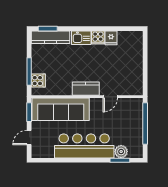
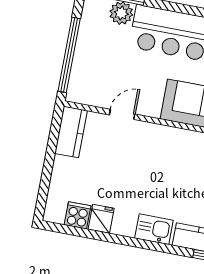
cooker: (98, 37) -> (78, 215), moved
kitchen counter: (86, 89) -> (71, 132), moved, turned -90

